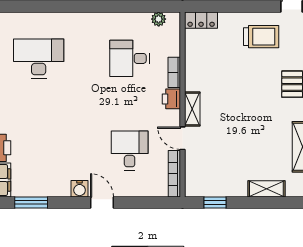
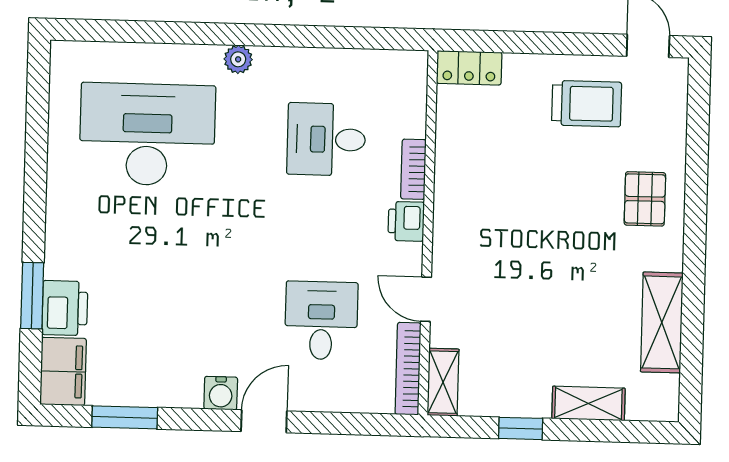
plant: (159, 19) -> (238, 59), moved
desk: (39, 58) -> (147, 134), width x1.36, depth x1.30
shelving: (192, 109) -> (443, 382), moved
door: (102, 202) -> (264, 421), hinge flipped
window: (215, 202) -> (521, 428), moved

